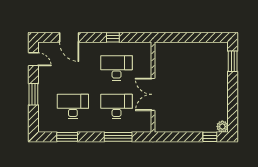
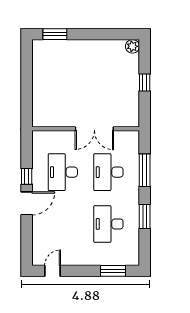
door: (69, 37) -> (27, 203), moved
window: (33, 94) -> (113, 271), moved
window: (67, 137) -> (145, 217), moved
window: (210, 137) -> (145, 82), moved

